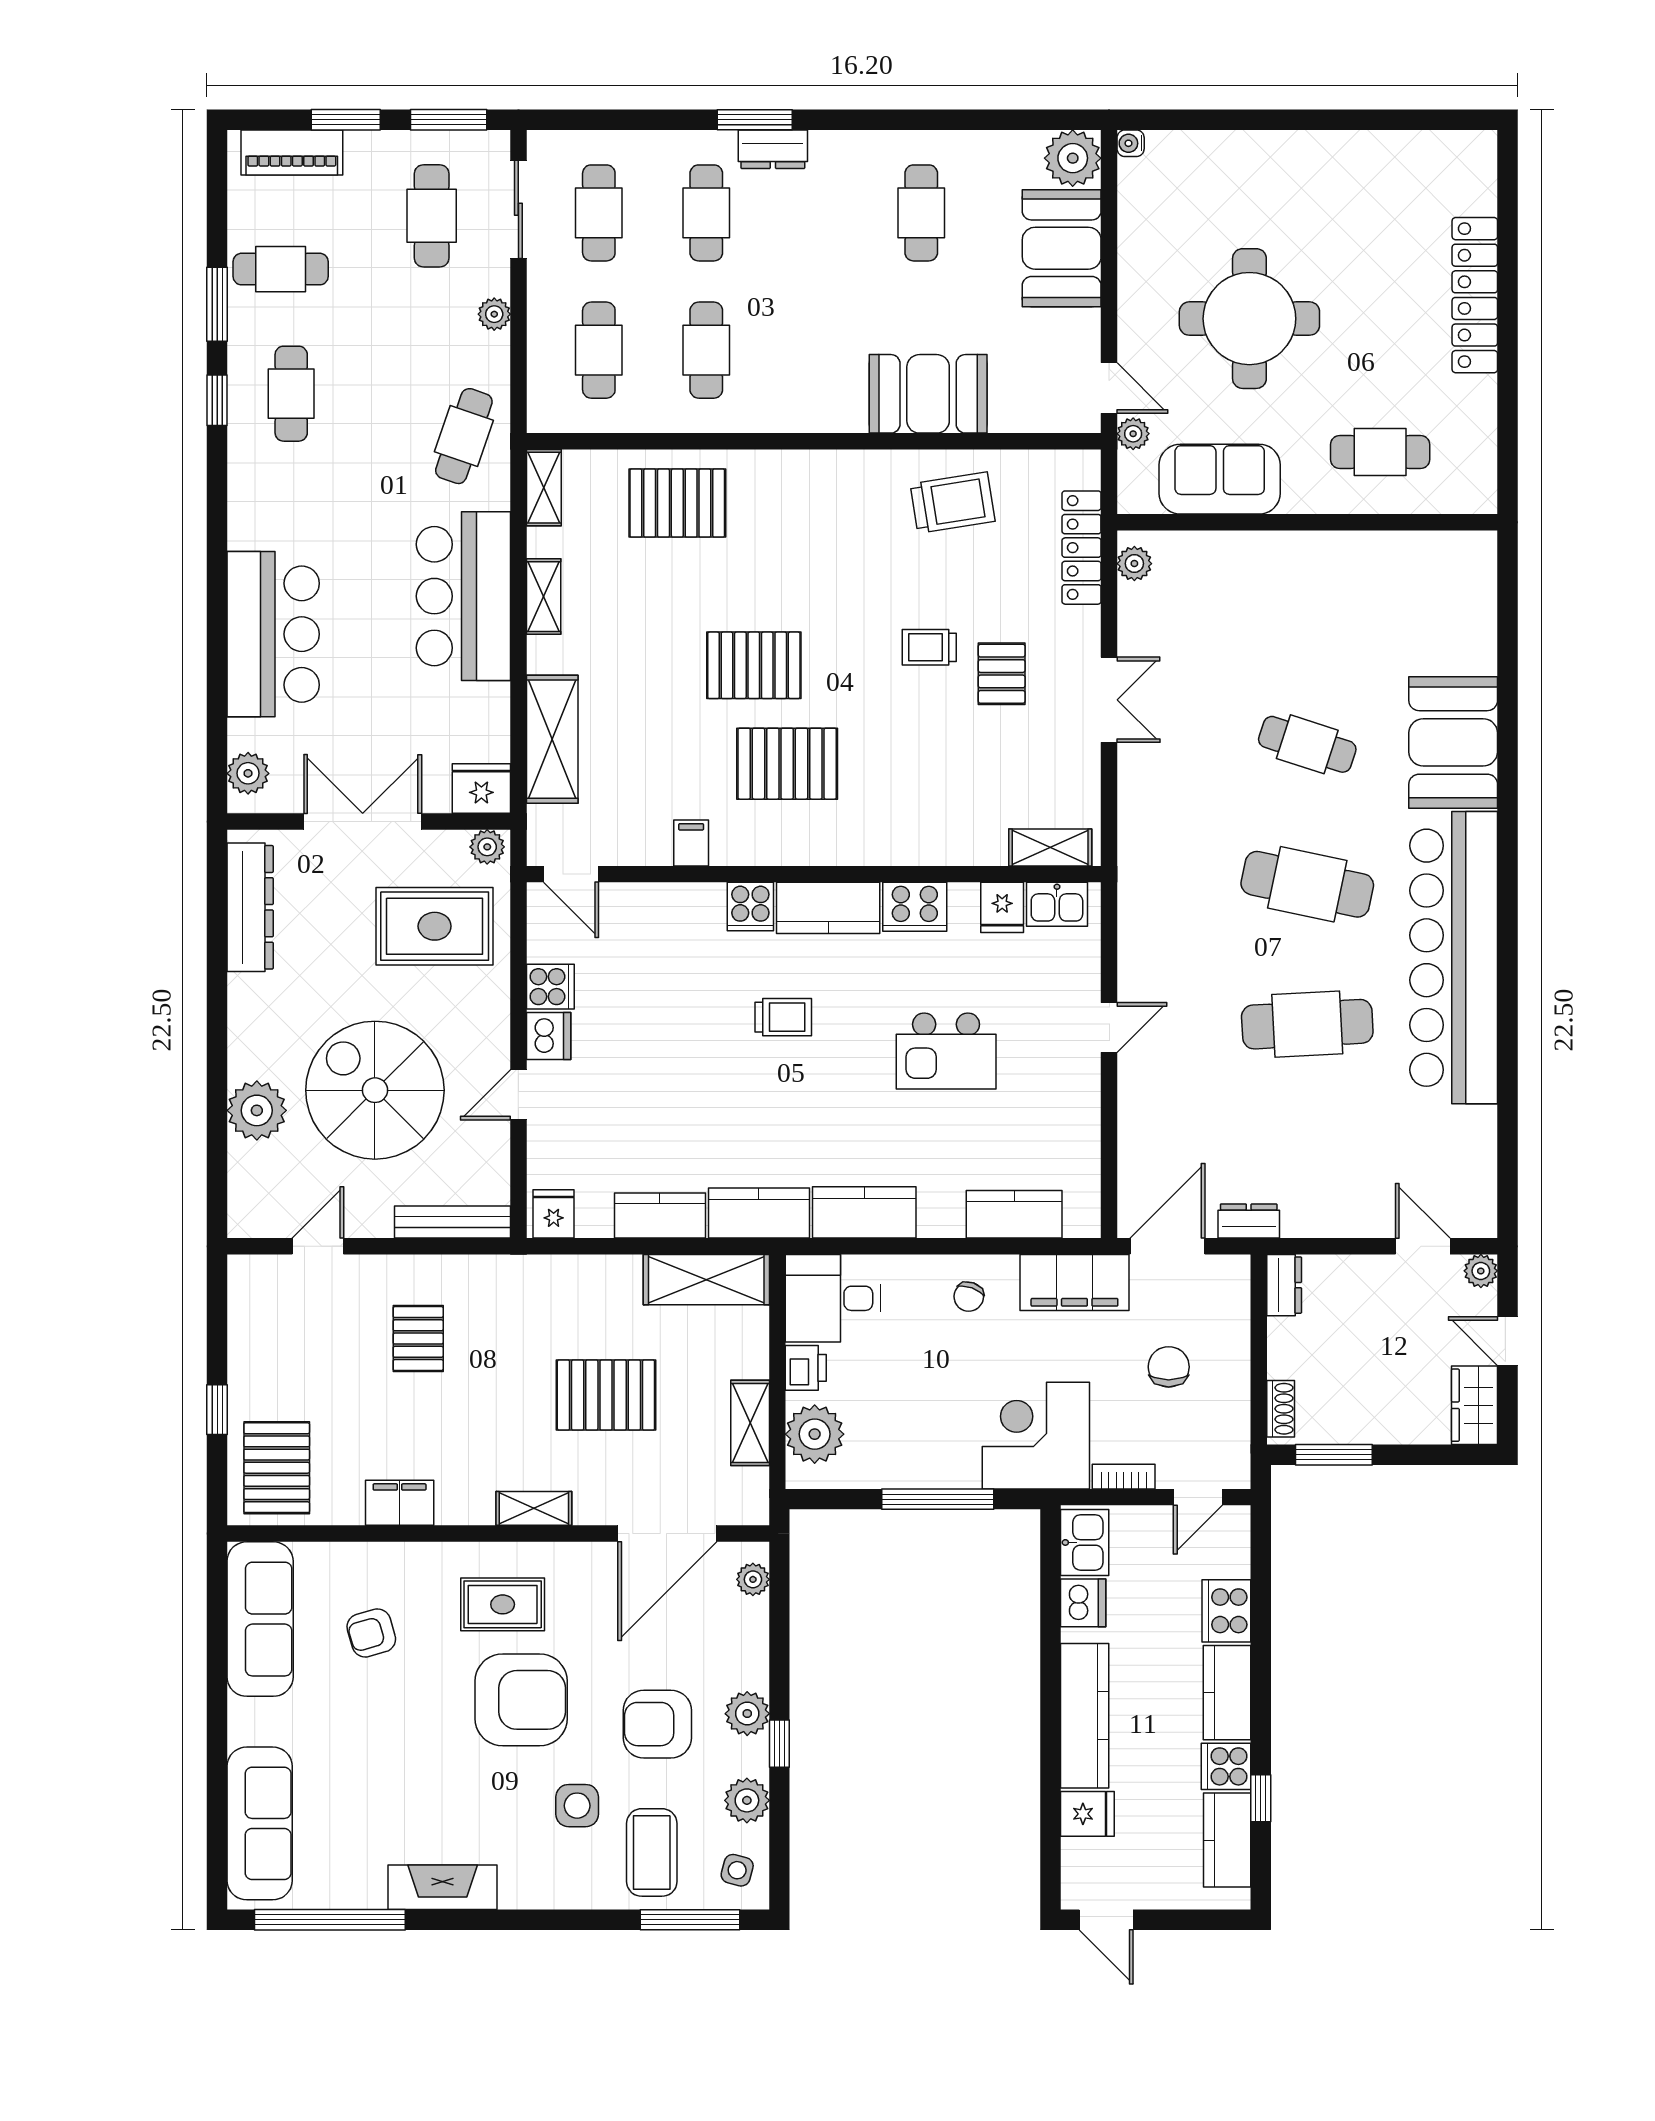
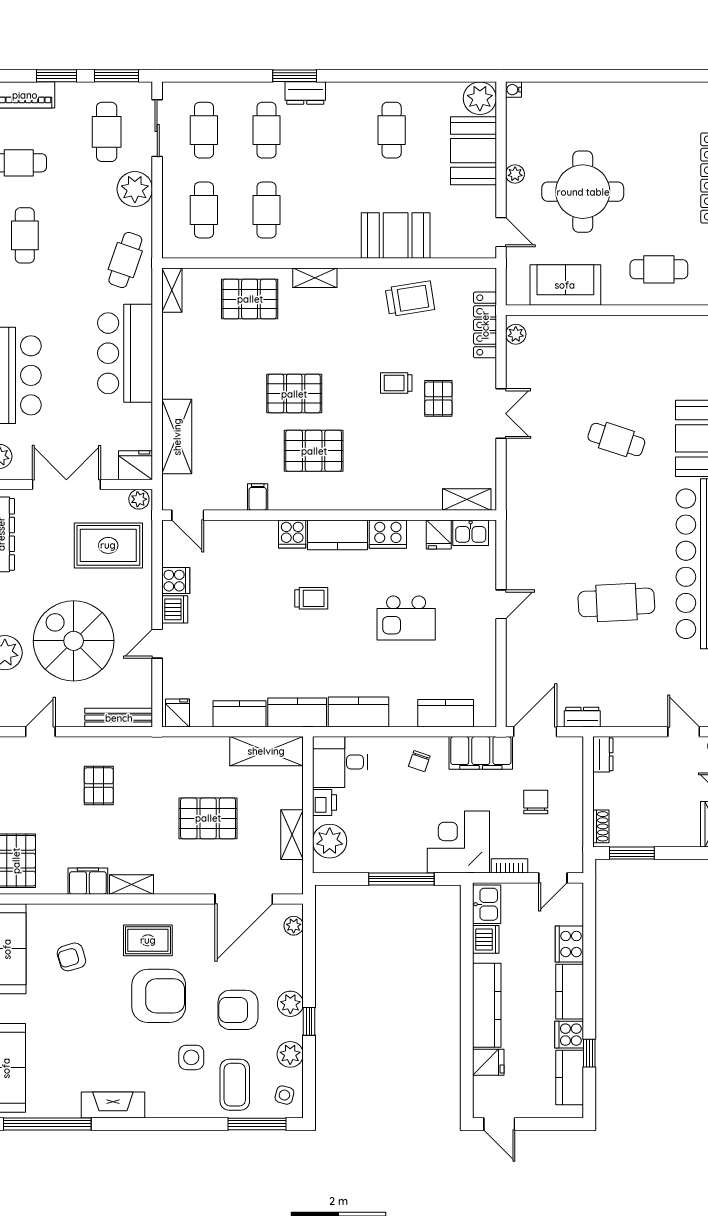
plant: (494, 314) -> (135, 189), width x1.88, depth x1.88
plant: (1133, 434) -> (515, 174), moved
shelving: (544, 597) -> (315, 278), moved, turned 90
cafe table: (1307, 884) -> (616, 521), removed
shelving: (534, 1508) -> (132, 884), moved

